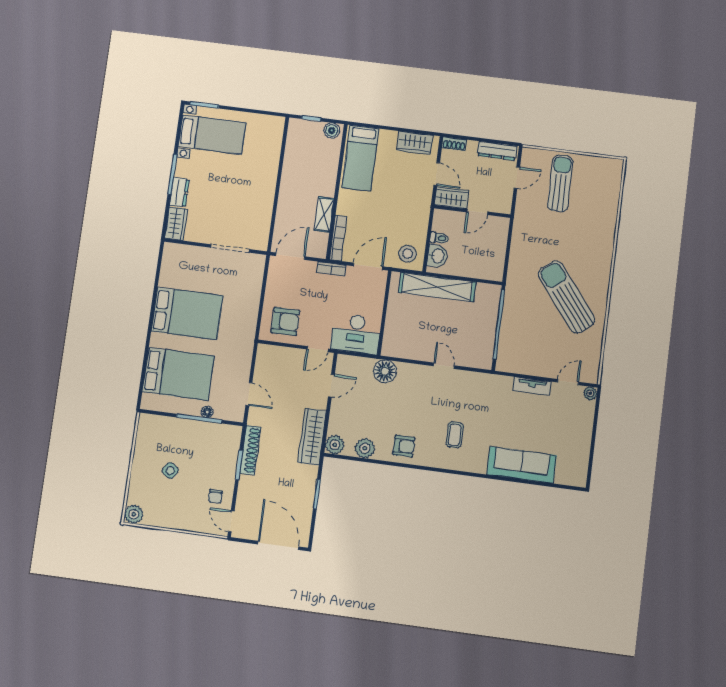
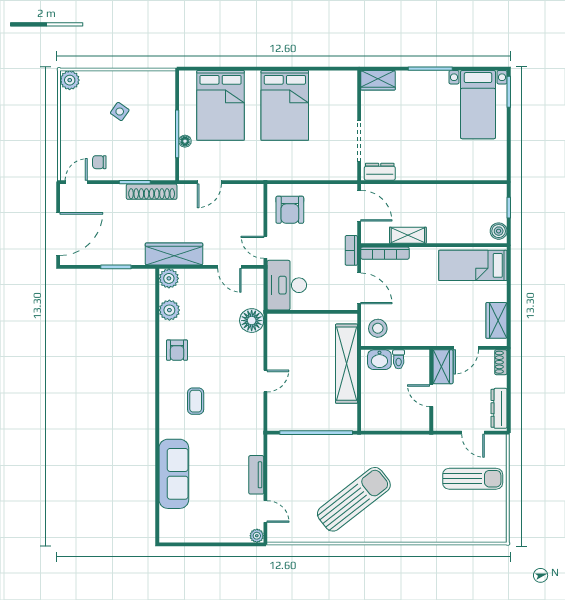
dresser: (179, 192) -> (380, 172), moved, turned 180
coffee table: (455, 435) -> (196, 401), turned 90

